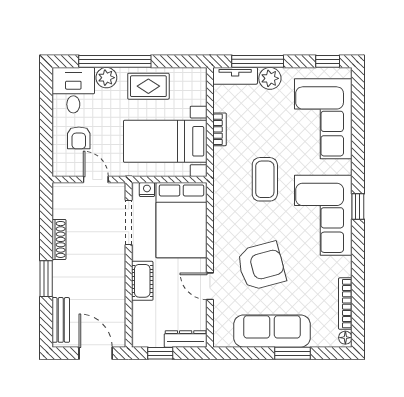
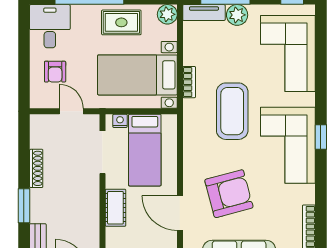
plant: (106, 78) -> (167, 14), moved
bookcase: (220, 129) -> (189, 82), moved
coffee table: (265, 179) -> (232, 111), width x1.36, depth x1.32
bed: (182, 220) -> (145, 150), width x0.67
door: (210, 286) -> (180, 213), width x1.38

